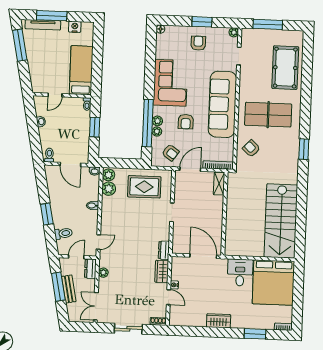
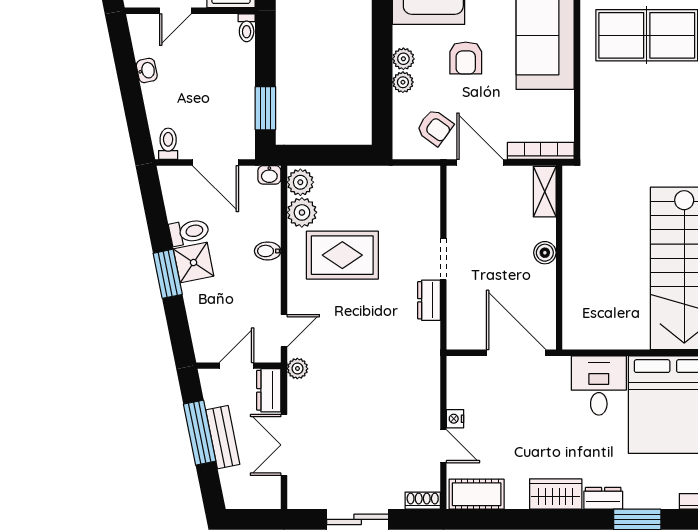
window: (148, 123) -> (382, 64), removed
window: (95, 127) -> (265, 108), moved
armchair: (251, 148) -> (613, 111), removed
door: (190, 169) -> (480, 162), hinge flipped
rug: (144, 187) -> (342, 255), moved
shower: (59, 209) -> (194, 263), added
boiler: (218, 211) -> (545, 253), added
toilet: (63, 233) -> (189, 232), moved
dresser: (164, 250) -> (429, 300), moved
wardrobe: (162, 271) -> (426, 390), removed
plant: (103, 273) -> (297, 369), moved
double door: (96, 306) -> (284, 445), moved
cot: (183, 319) -> (477, 494), added
dresser: (240, 324) -> (603, 498), added

